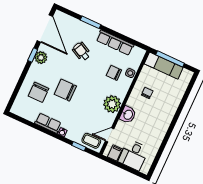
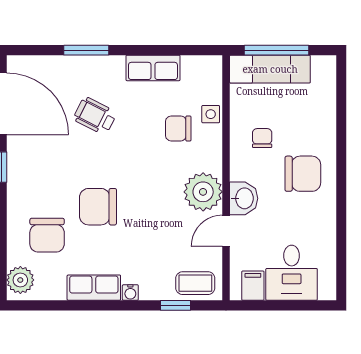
row of seats: (115, 43) -> (153, 68), width x0.68
plant: (41, 58) -> (20, 280), moved
chair: (157, 116) -> (303, 174), added
door: (110, 135) -> (226, 231), moved

